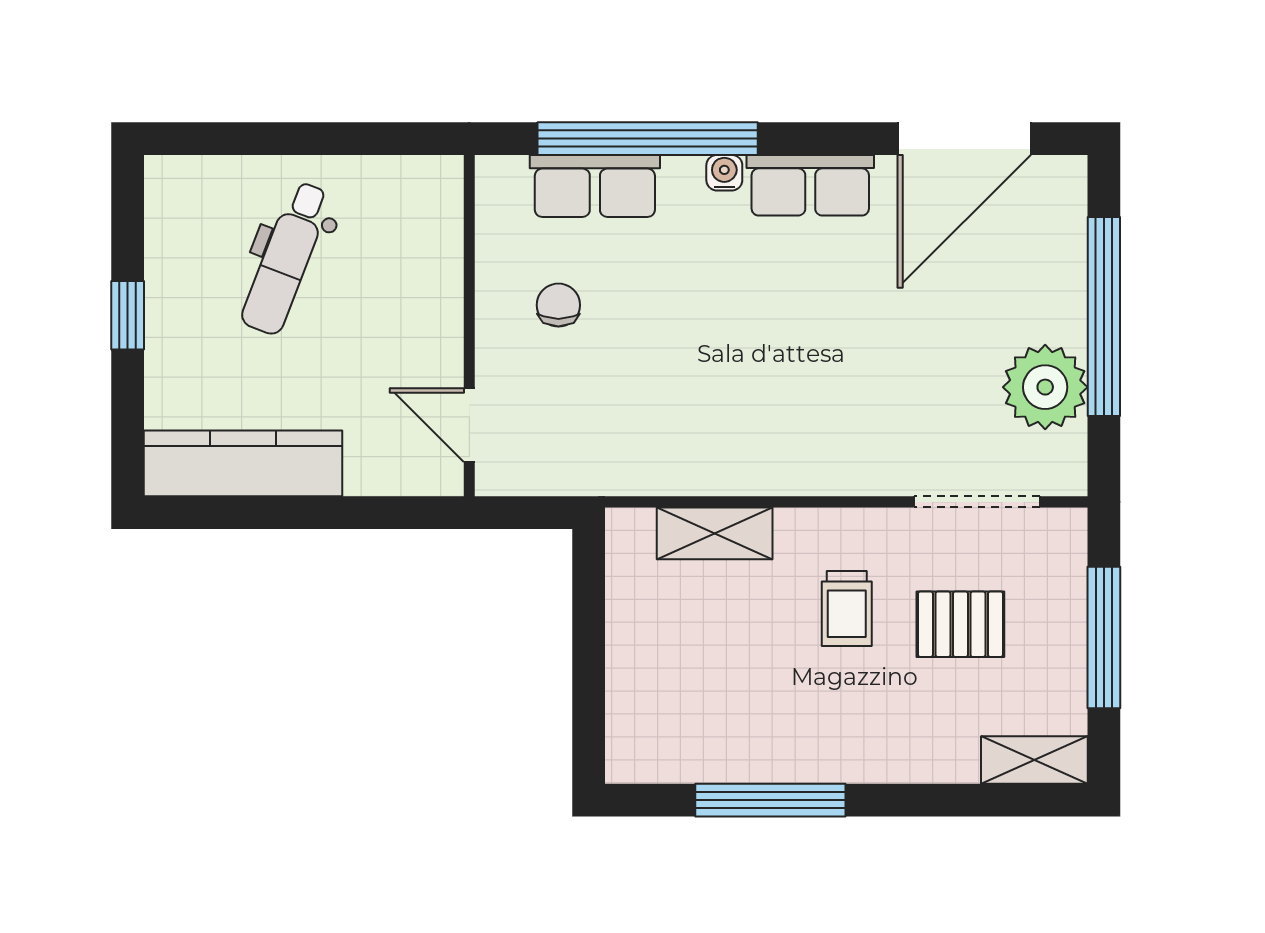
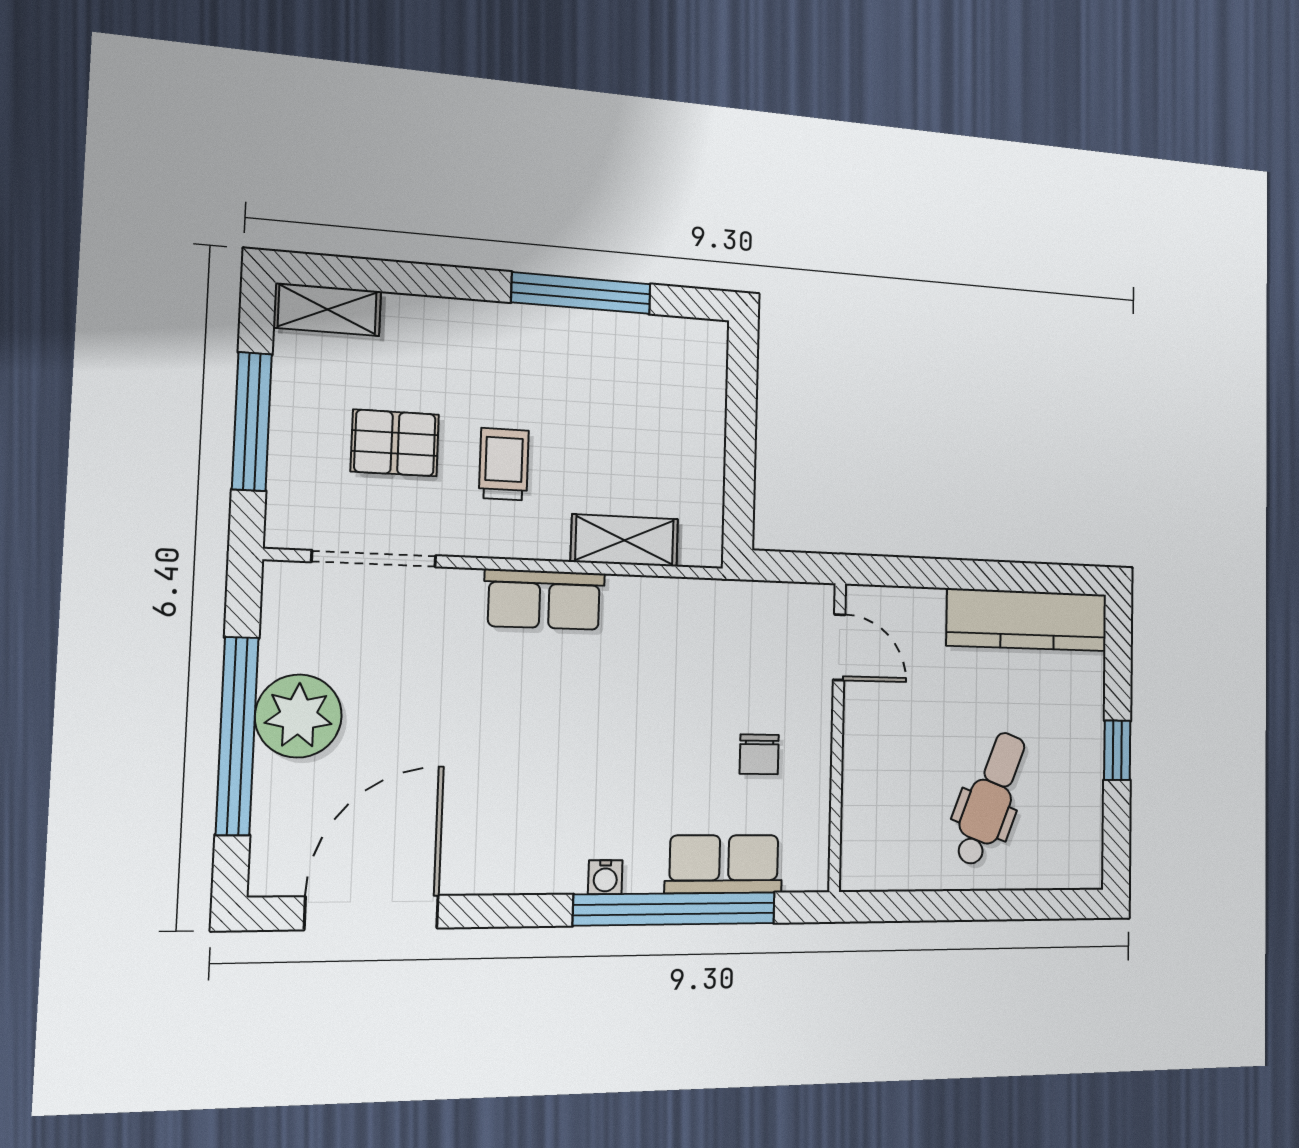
row of seats: (810, 185) -> (544, 600), moved, turned 180
plant: (1045, 387) -> (298, 716), moved

